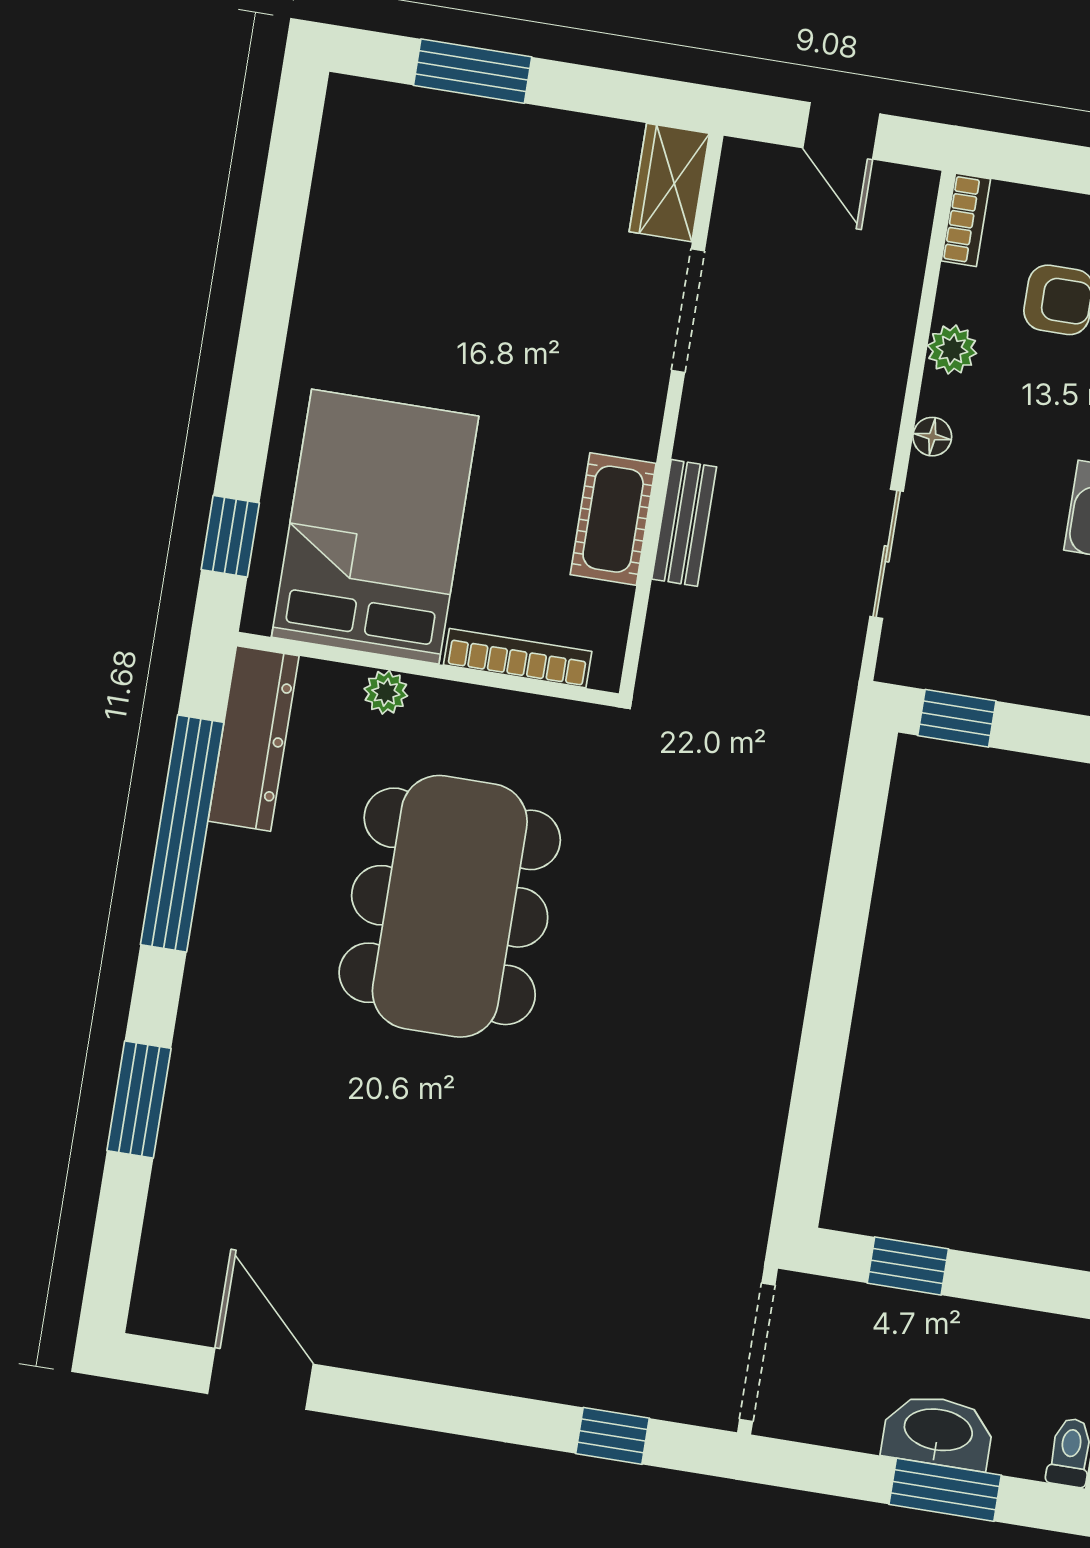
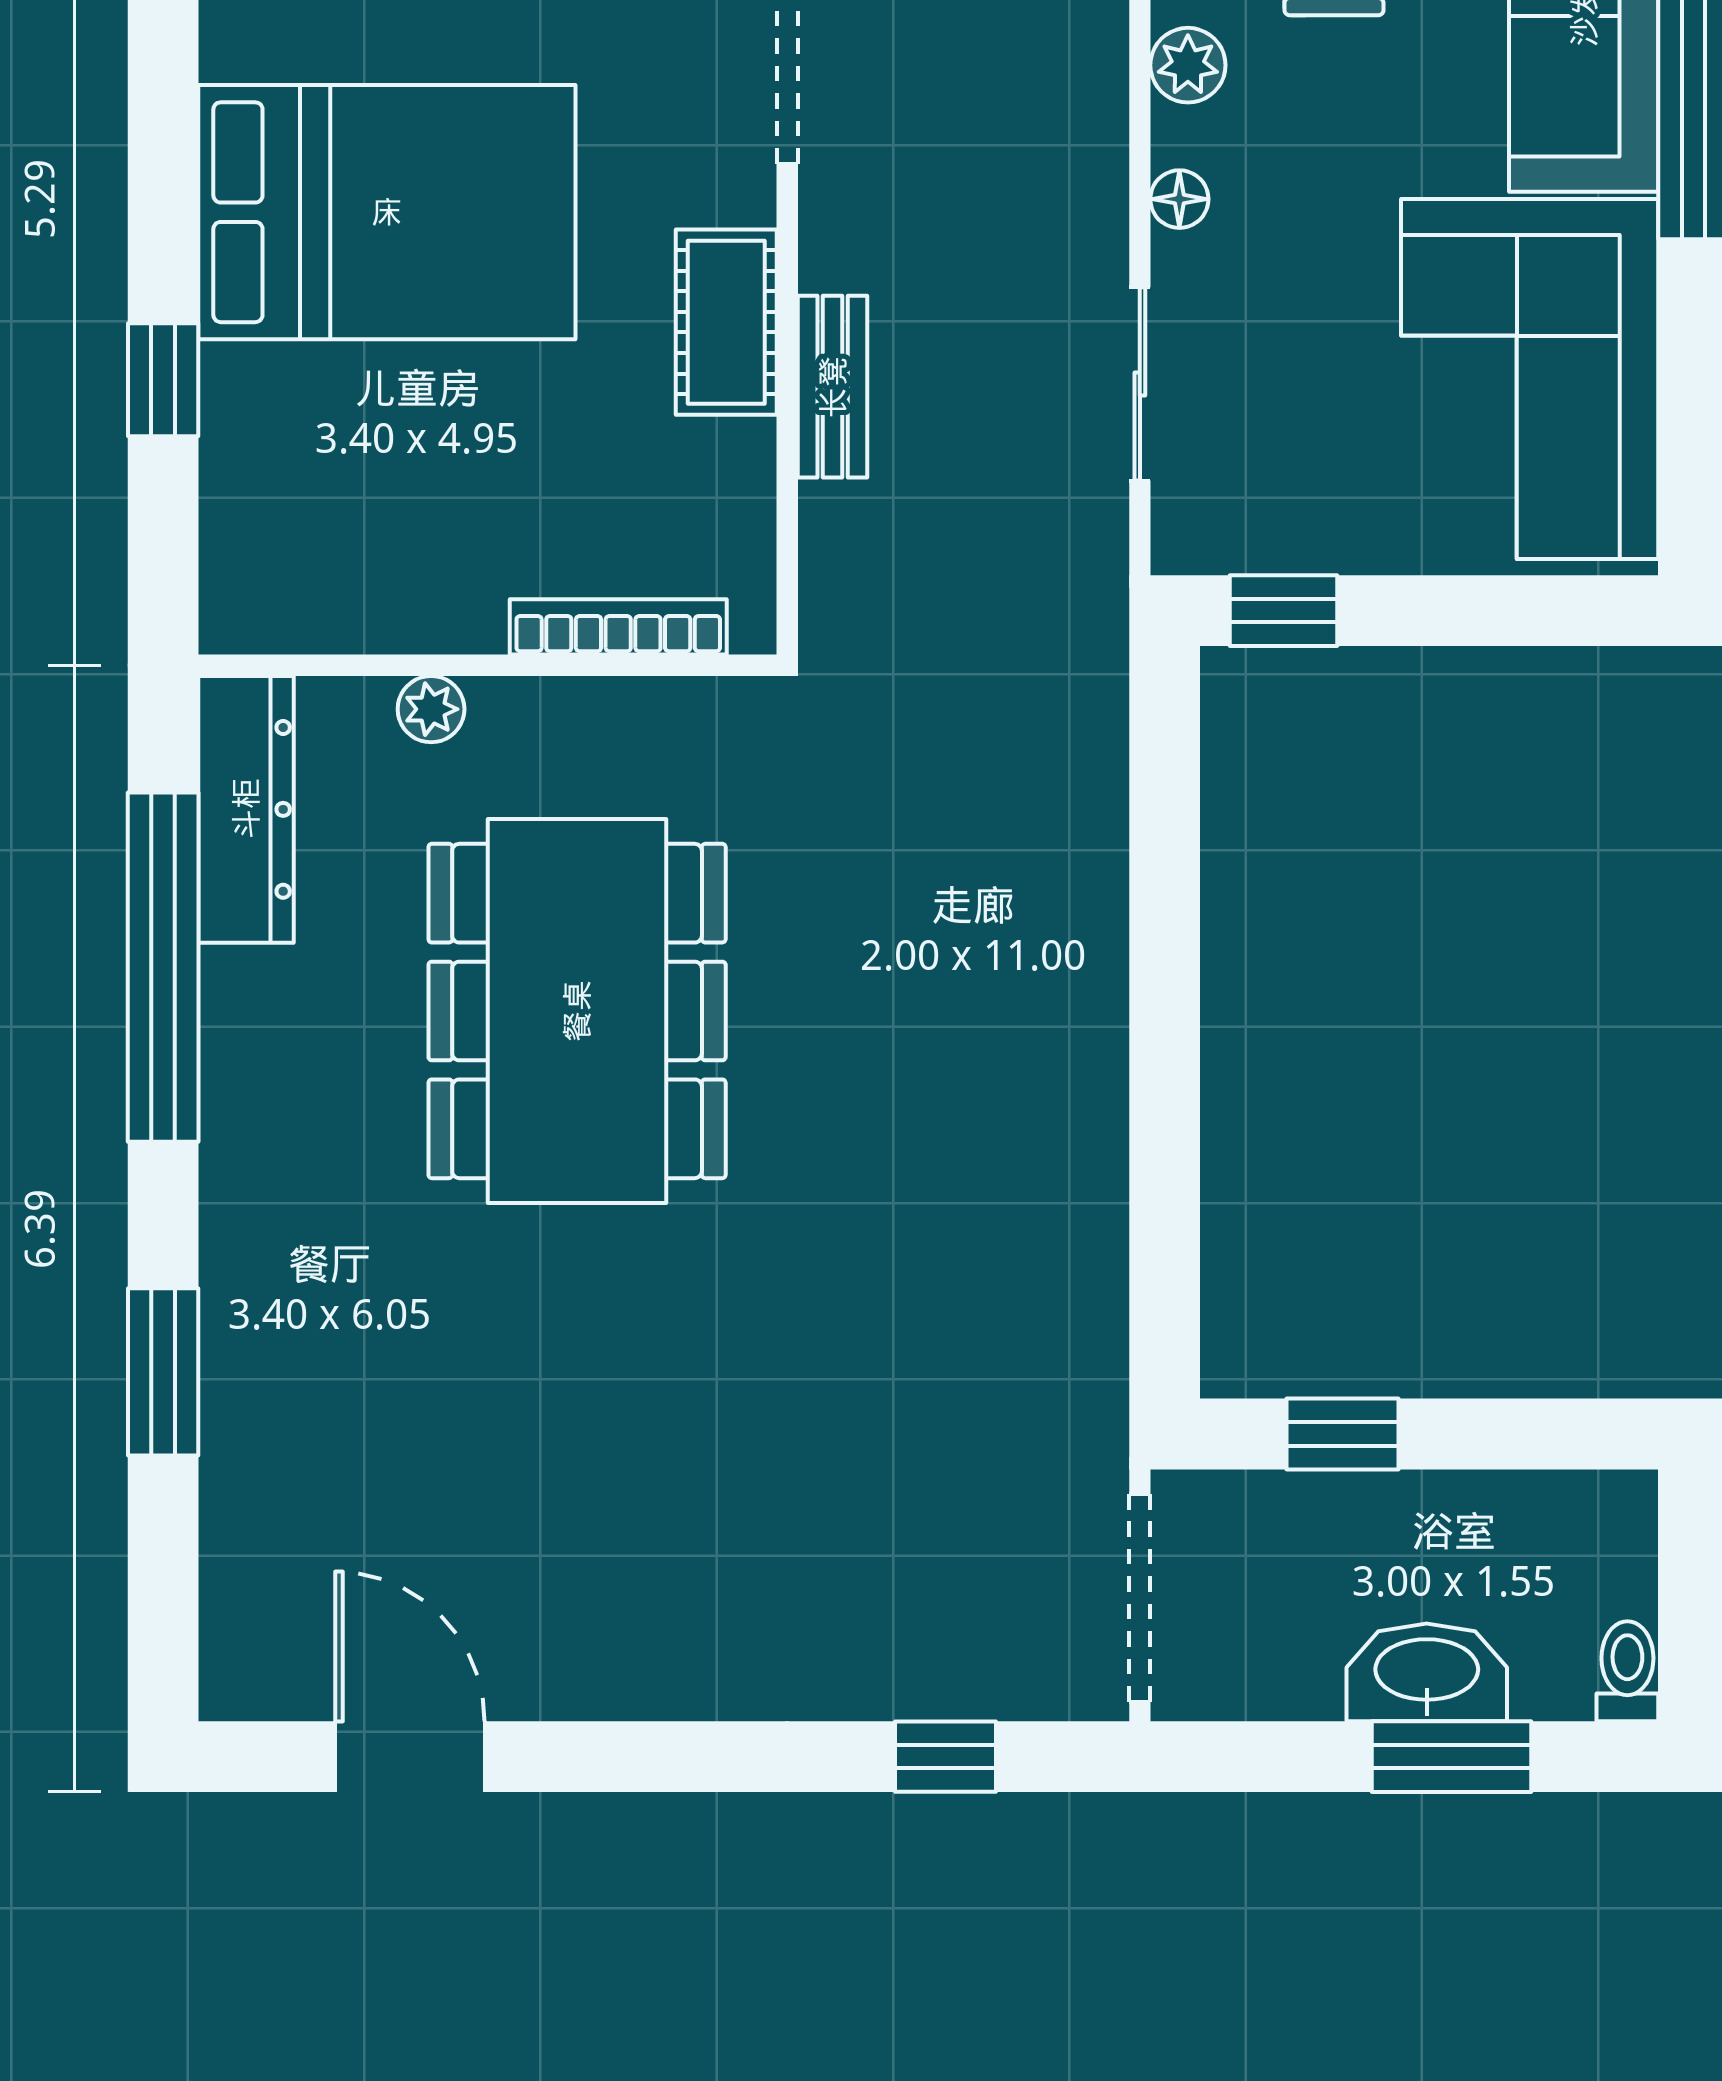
cot: (613, 519) -> (726, 322), moved
bed: (375, 527) -> (387, 212), moved, turned 90
window: (230, 536) -> (163, 380), moved

